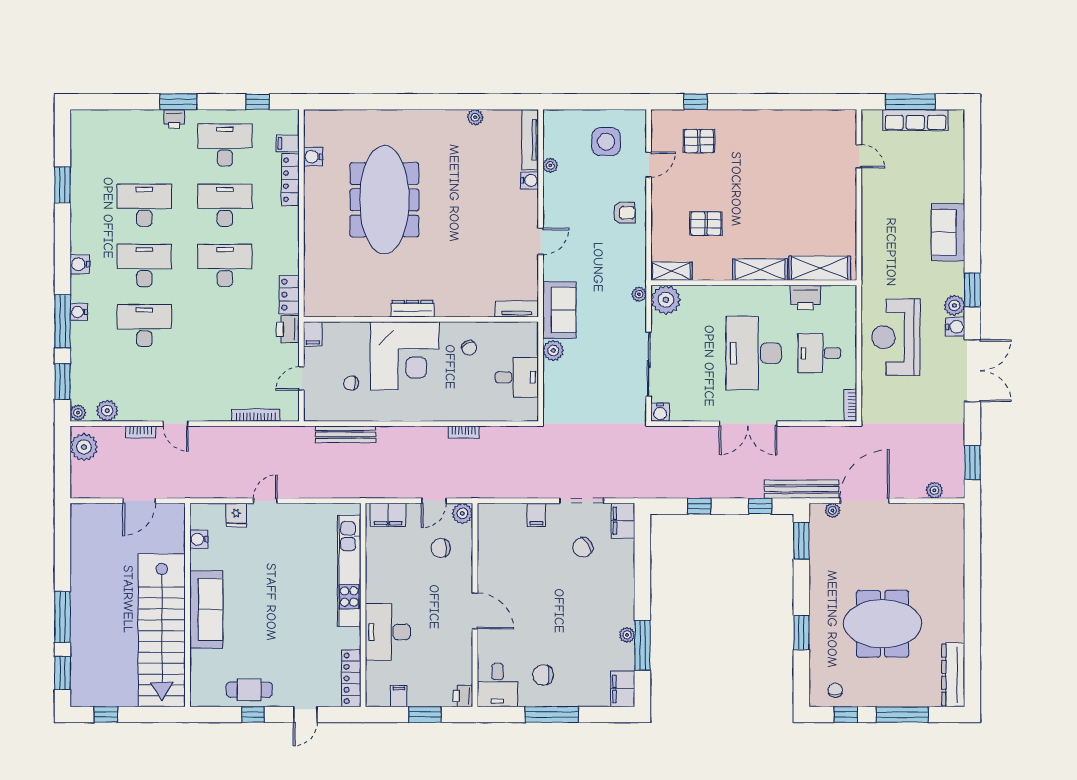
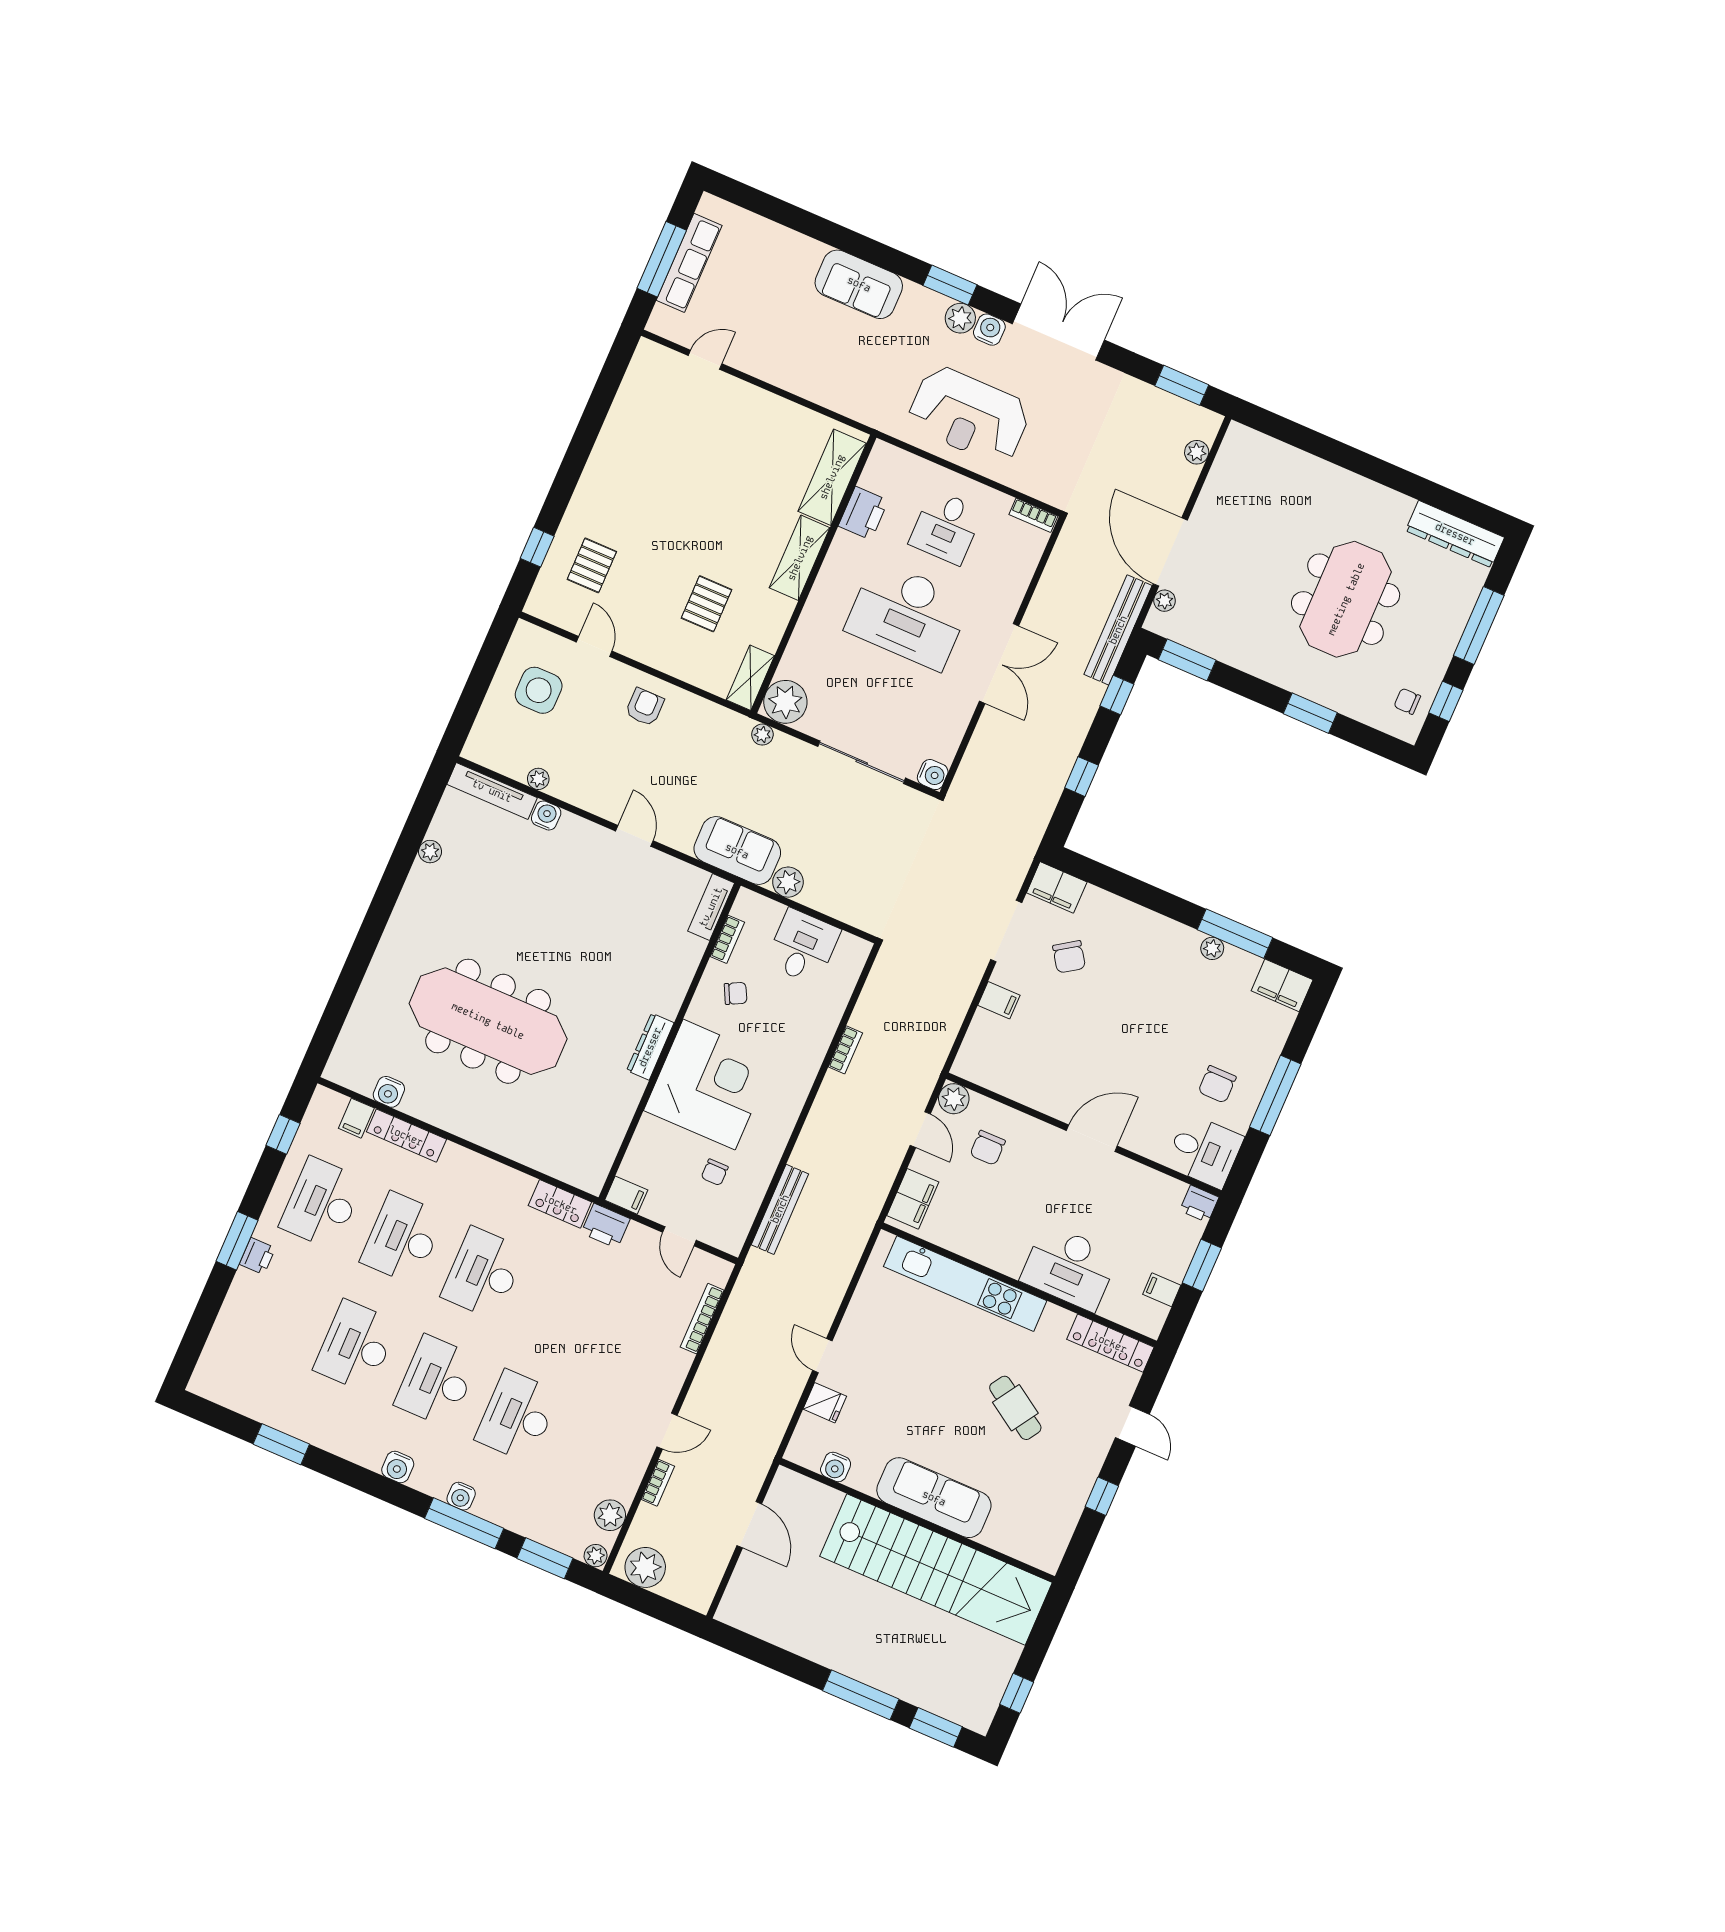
bookcase: (501, 328) -> (727, 939), added
cafe table: (249, 690) -> (1015, 1408), moved, turned -57

